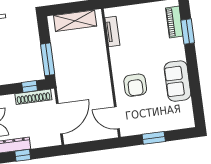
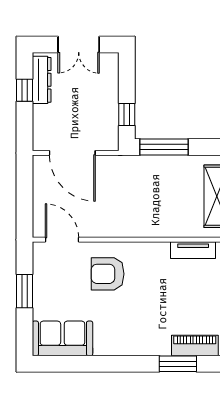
sofa: (177, 81) -> (62, 338), moved
shoe rack: (33, 97) -> (111, 118), removed
door: (117, 118) -> (62, 240), hinge flipped

